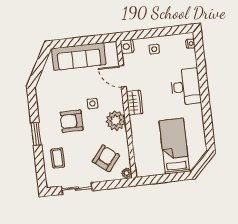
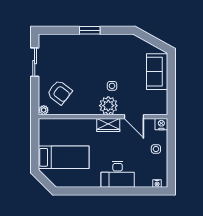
sofa: (79, 57) -> (157, 72), width x0.73
door: (122, 76) -> (134, 117), swing flipped
armchair: (72, 121) -> (98, 64), removed
plant: (116, 121) -> (108, 106), moved
coffee table: (58, 158) -> (65, 48), removed

